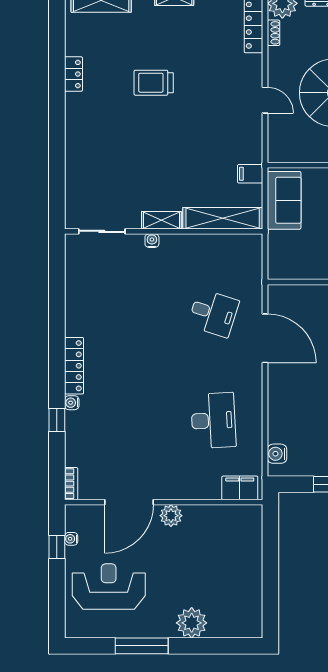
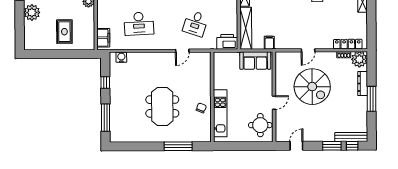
printer: (249, 253) -> (227, 42), added
door: (265, 338) -> (182, 51), width x0.53
rug: (228, 561) -> (64, 32), added

